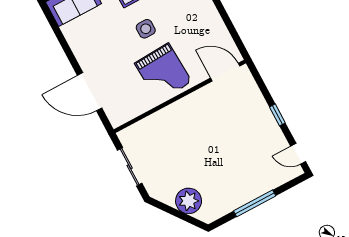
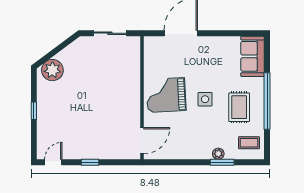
plant: (189, 201) -> (52, 70), moved
window: (255, 203) -> (34, 111), width x0.46

